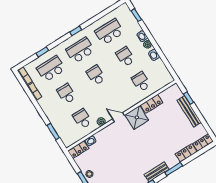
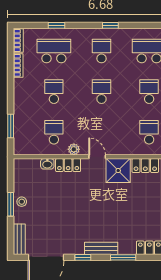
school desk: (80, 50) -> (101, 51), width x0.54
locker: (78, 150) -> (68, 165), moved

